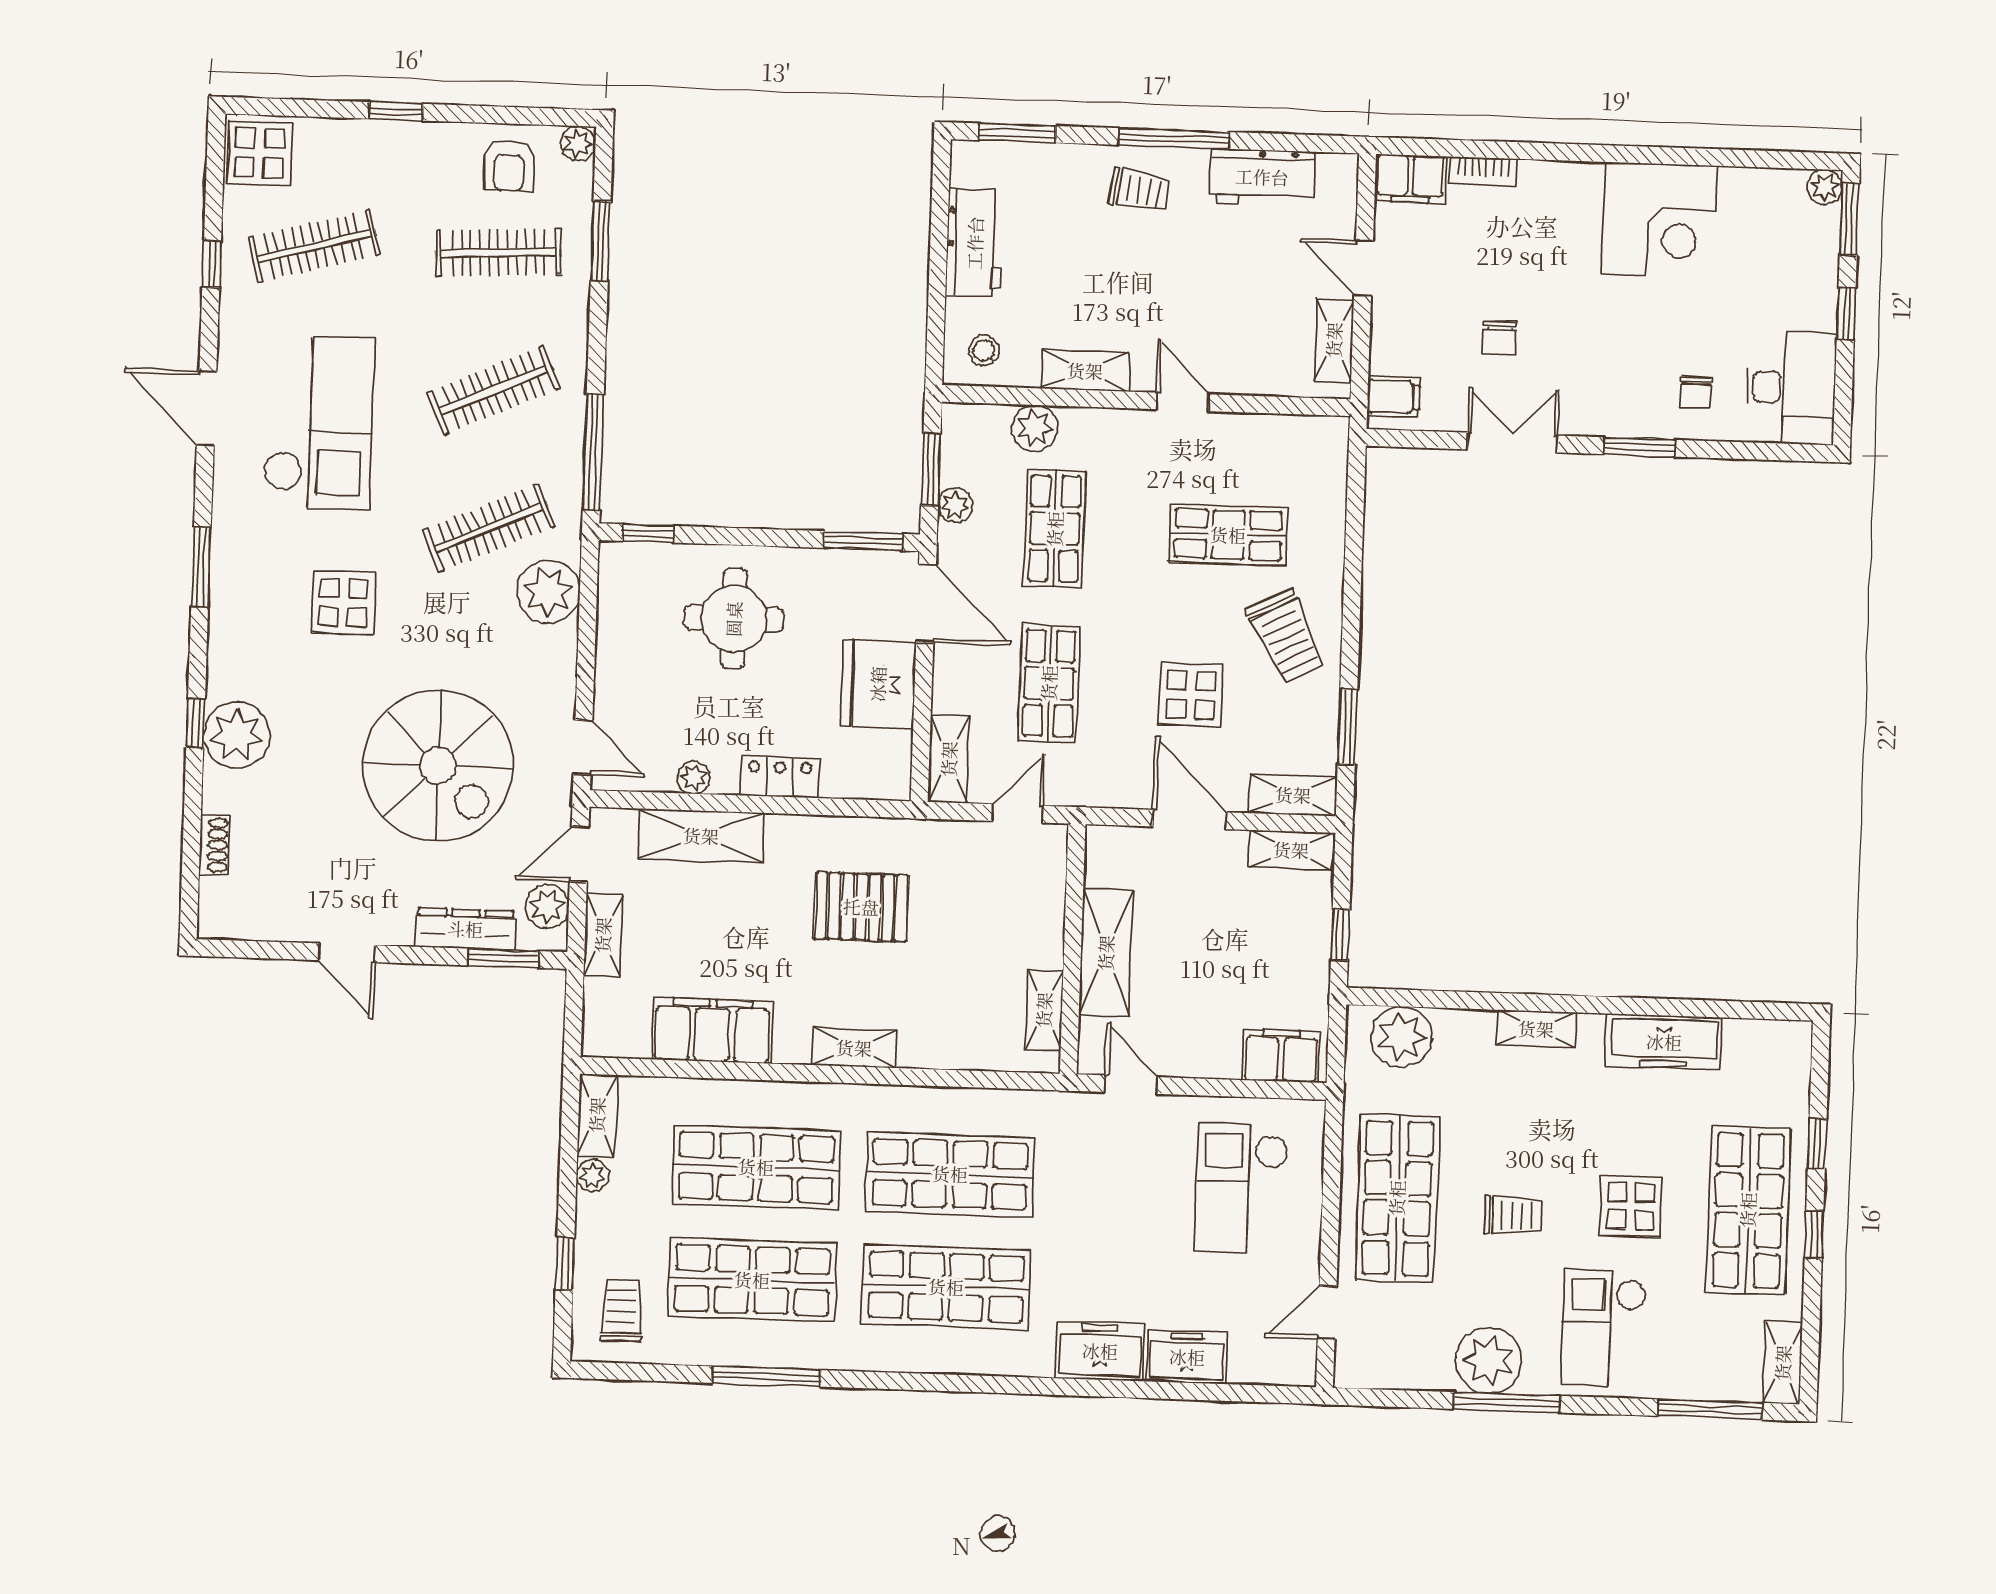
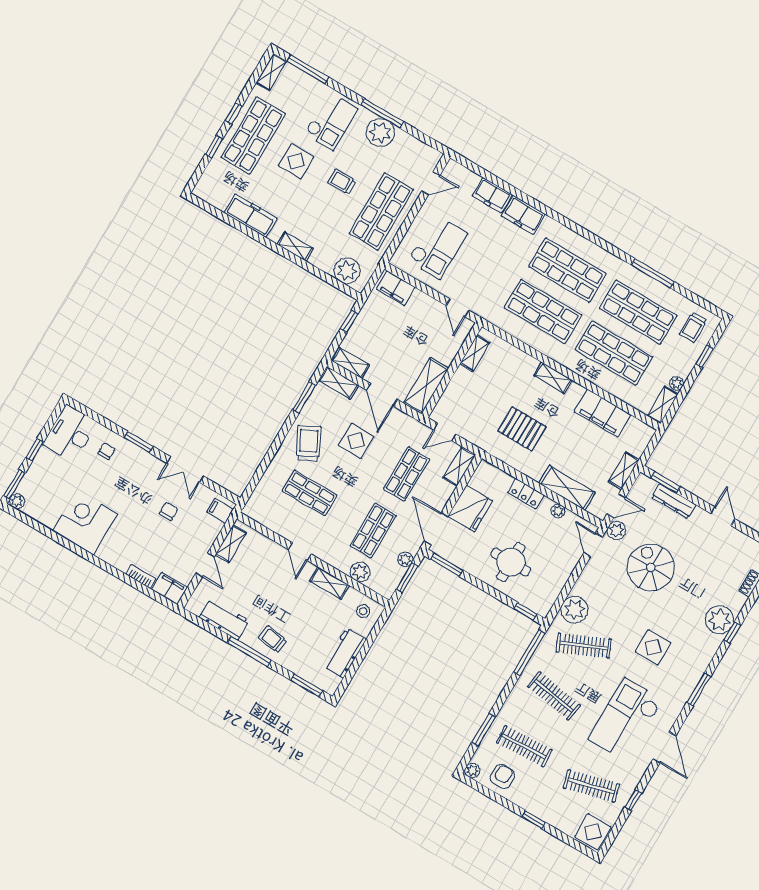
clothes rail: (494, 390) -> (554, 696), turned 33
spiral stairs: (438, 766) -> (651, 567), width x0.73, depth x0.73
plant: (547, 906) -> (616, 530), moved
shelving: (1106, 953) -> (426, 386), moved

